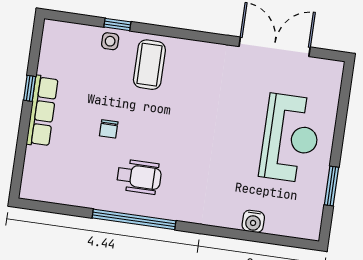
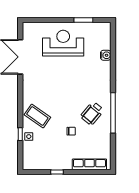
coffee table: (149, 65) -> (37, 116), turned 35
row of seats: (42, 111) -> (89, 164), moved
wheelchair: (139, 177) -> (92, 113), turned -140

